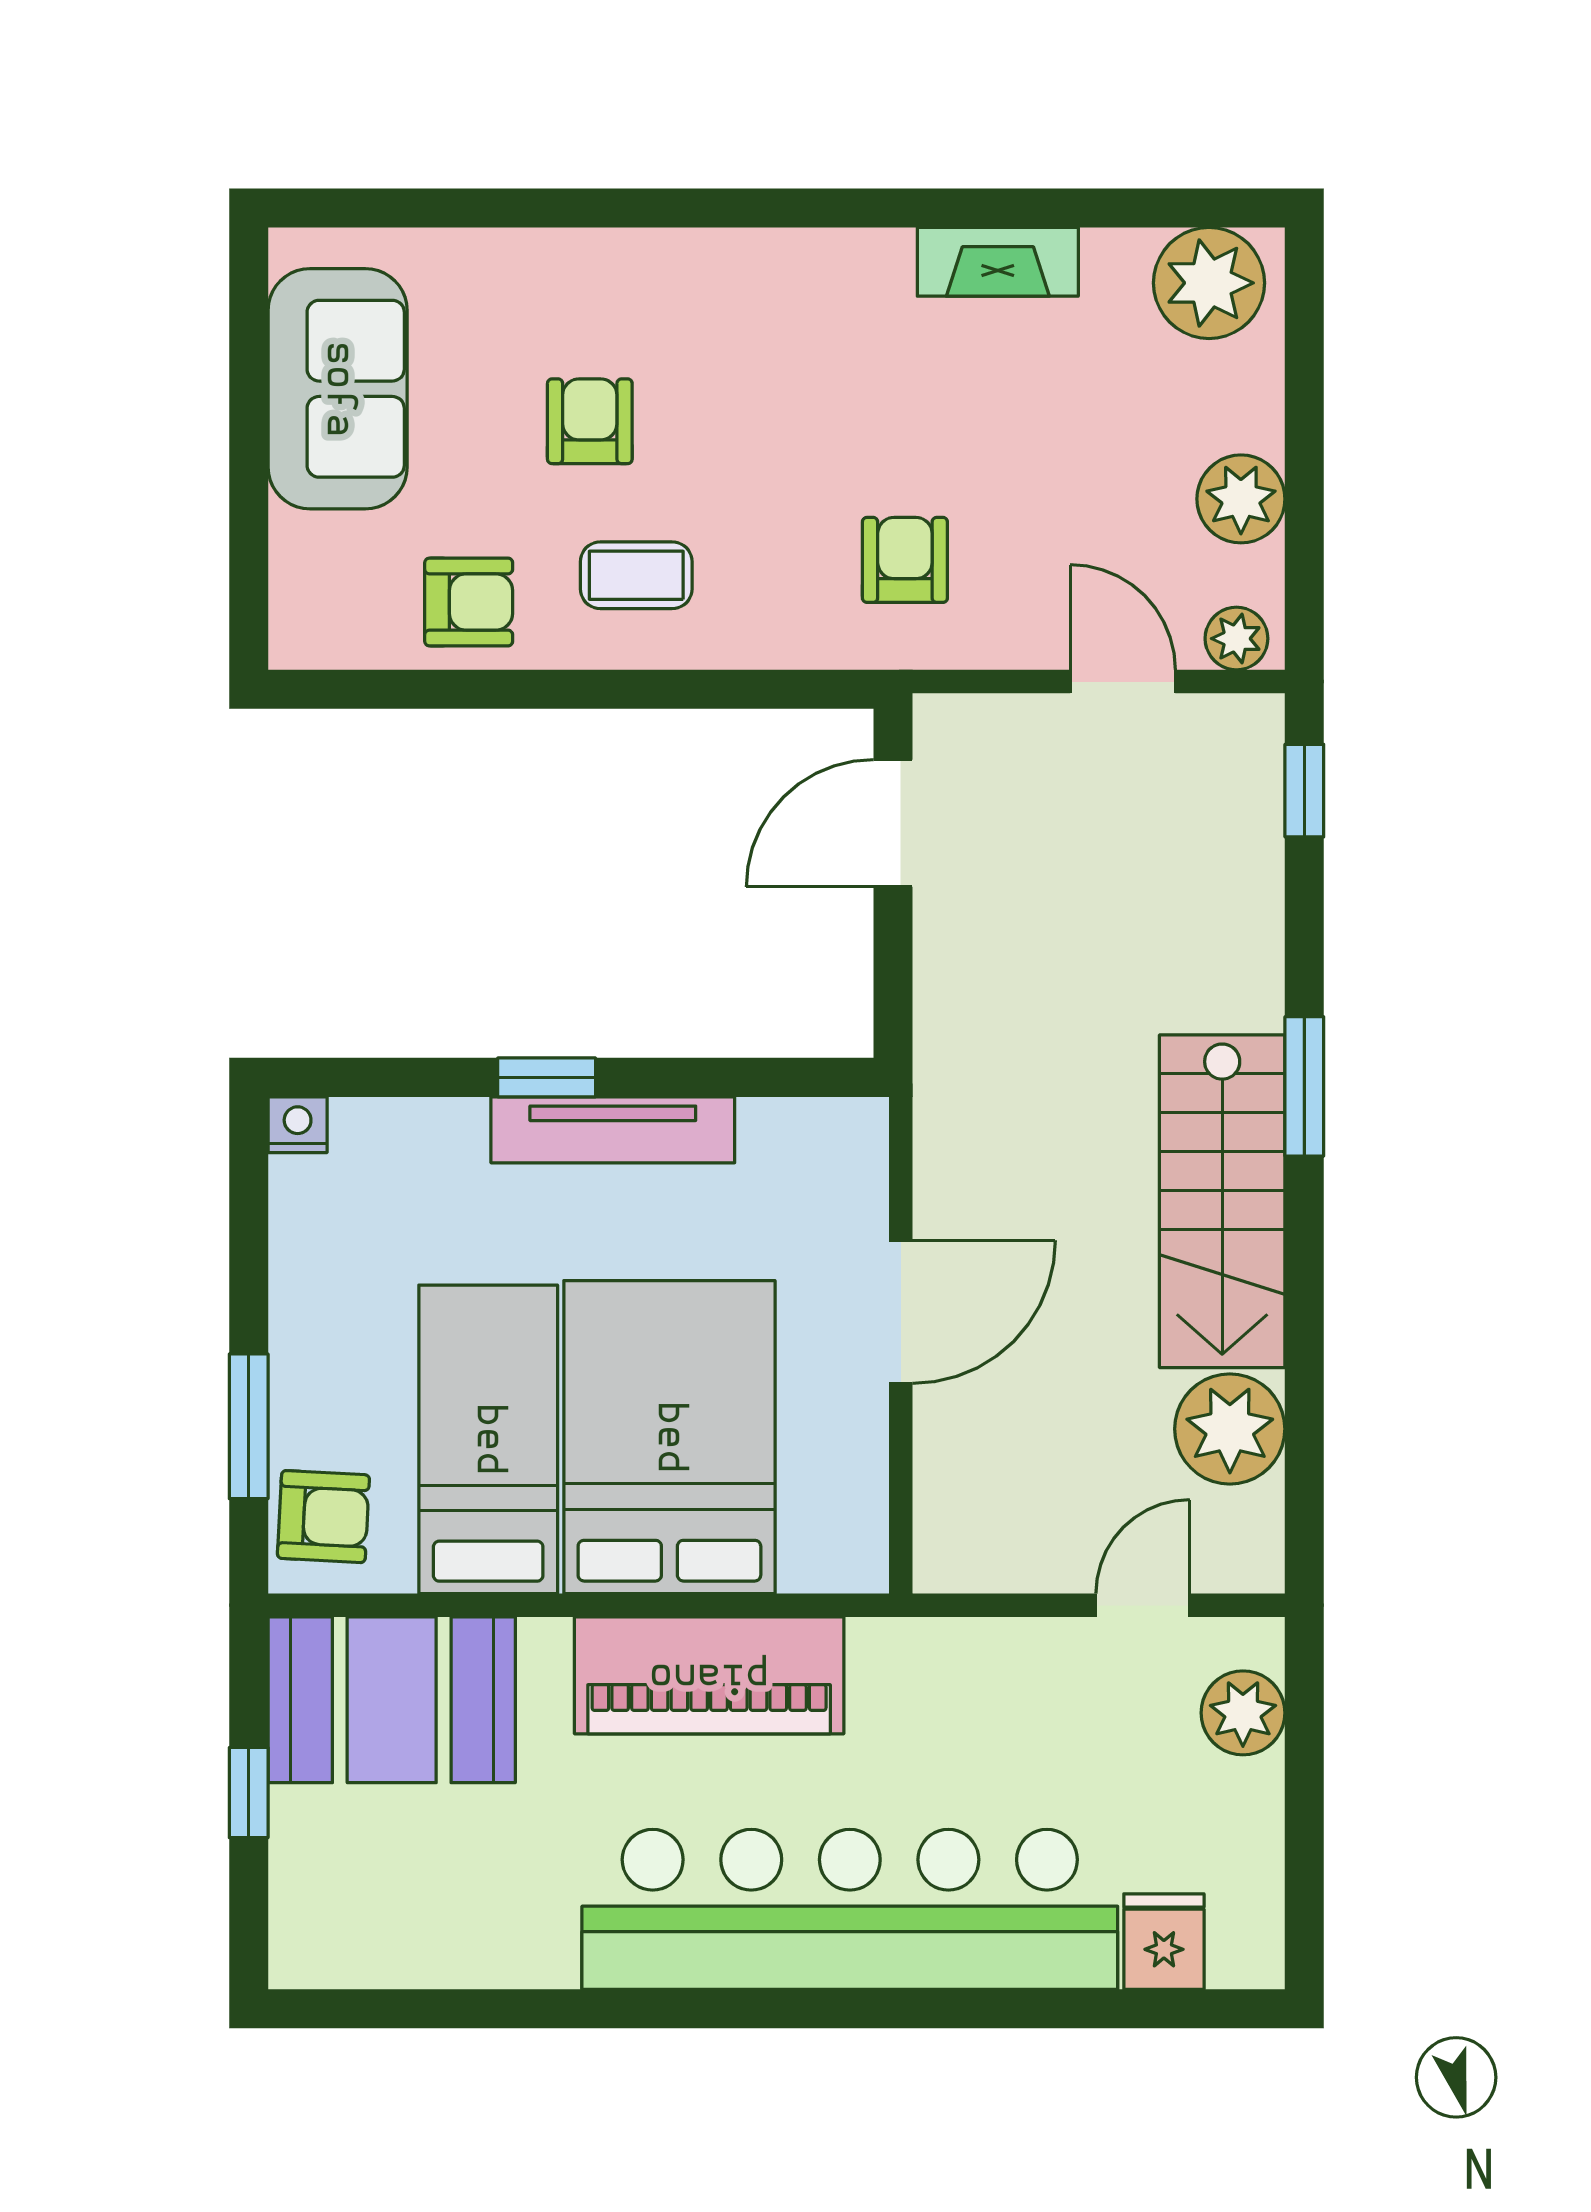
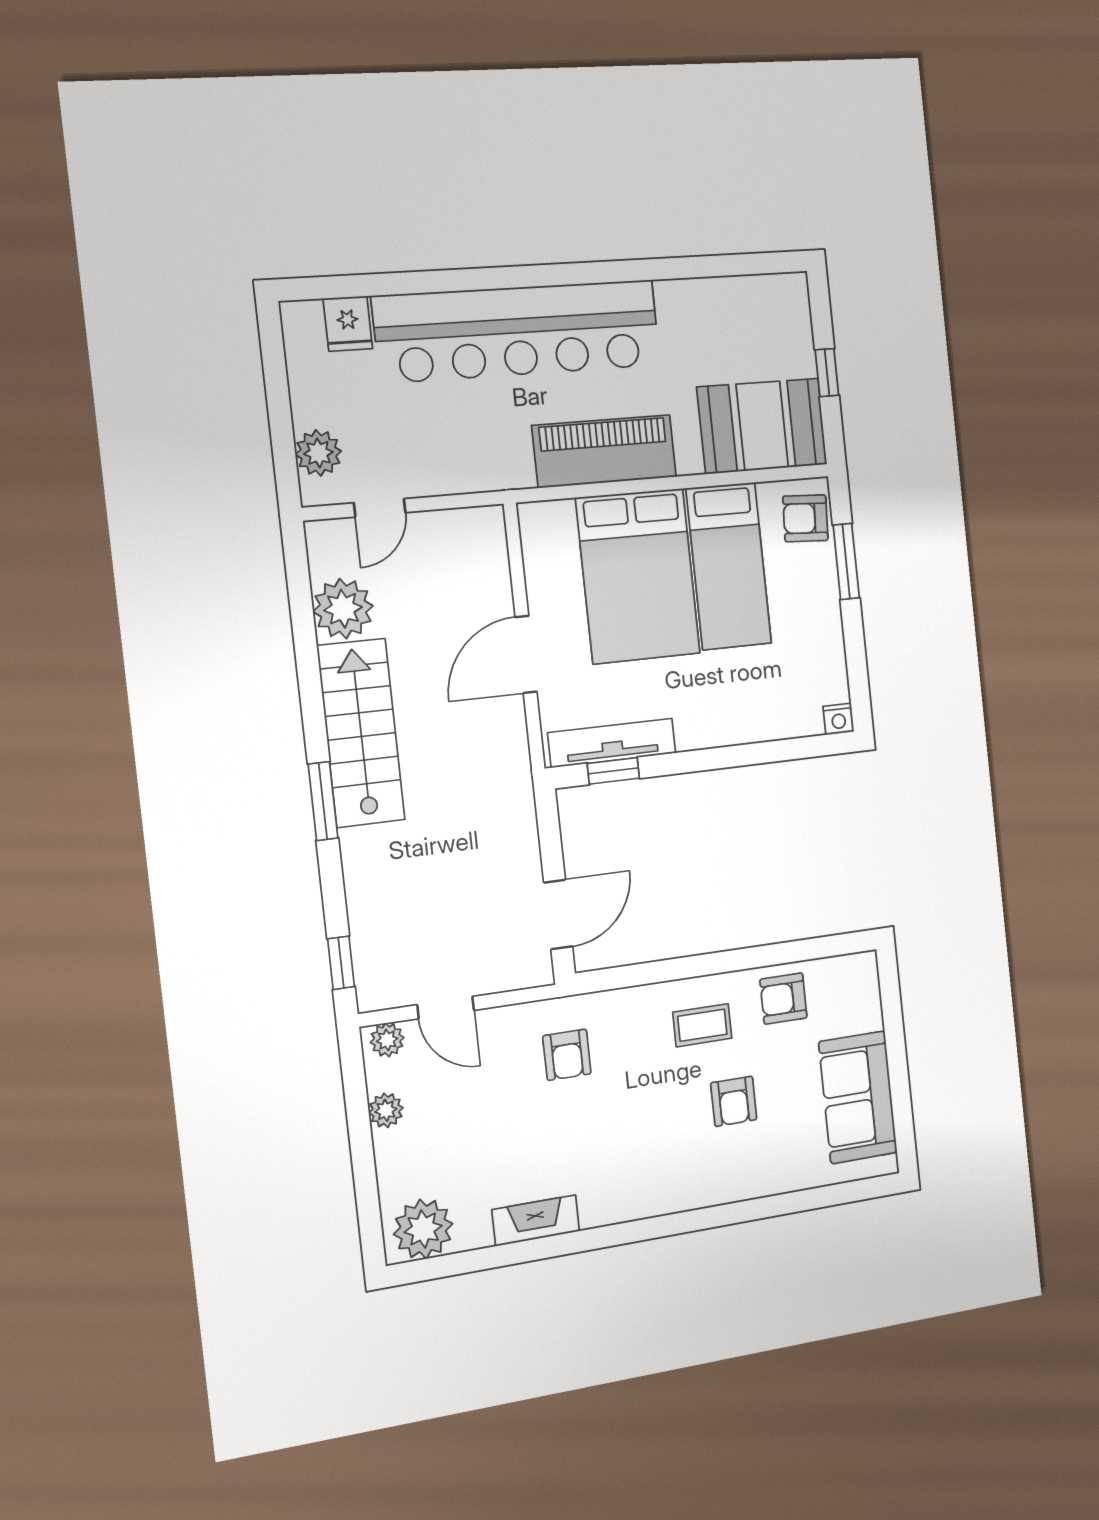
plant: (1241, 499) -> (386, 1110), width x0.73, depth x0.73
window: (547, 1077) -> (613, 771), moved
tv unit: (613, 1130) -> (612, 743), moved

